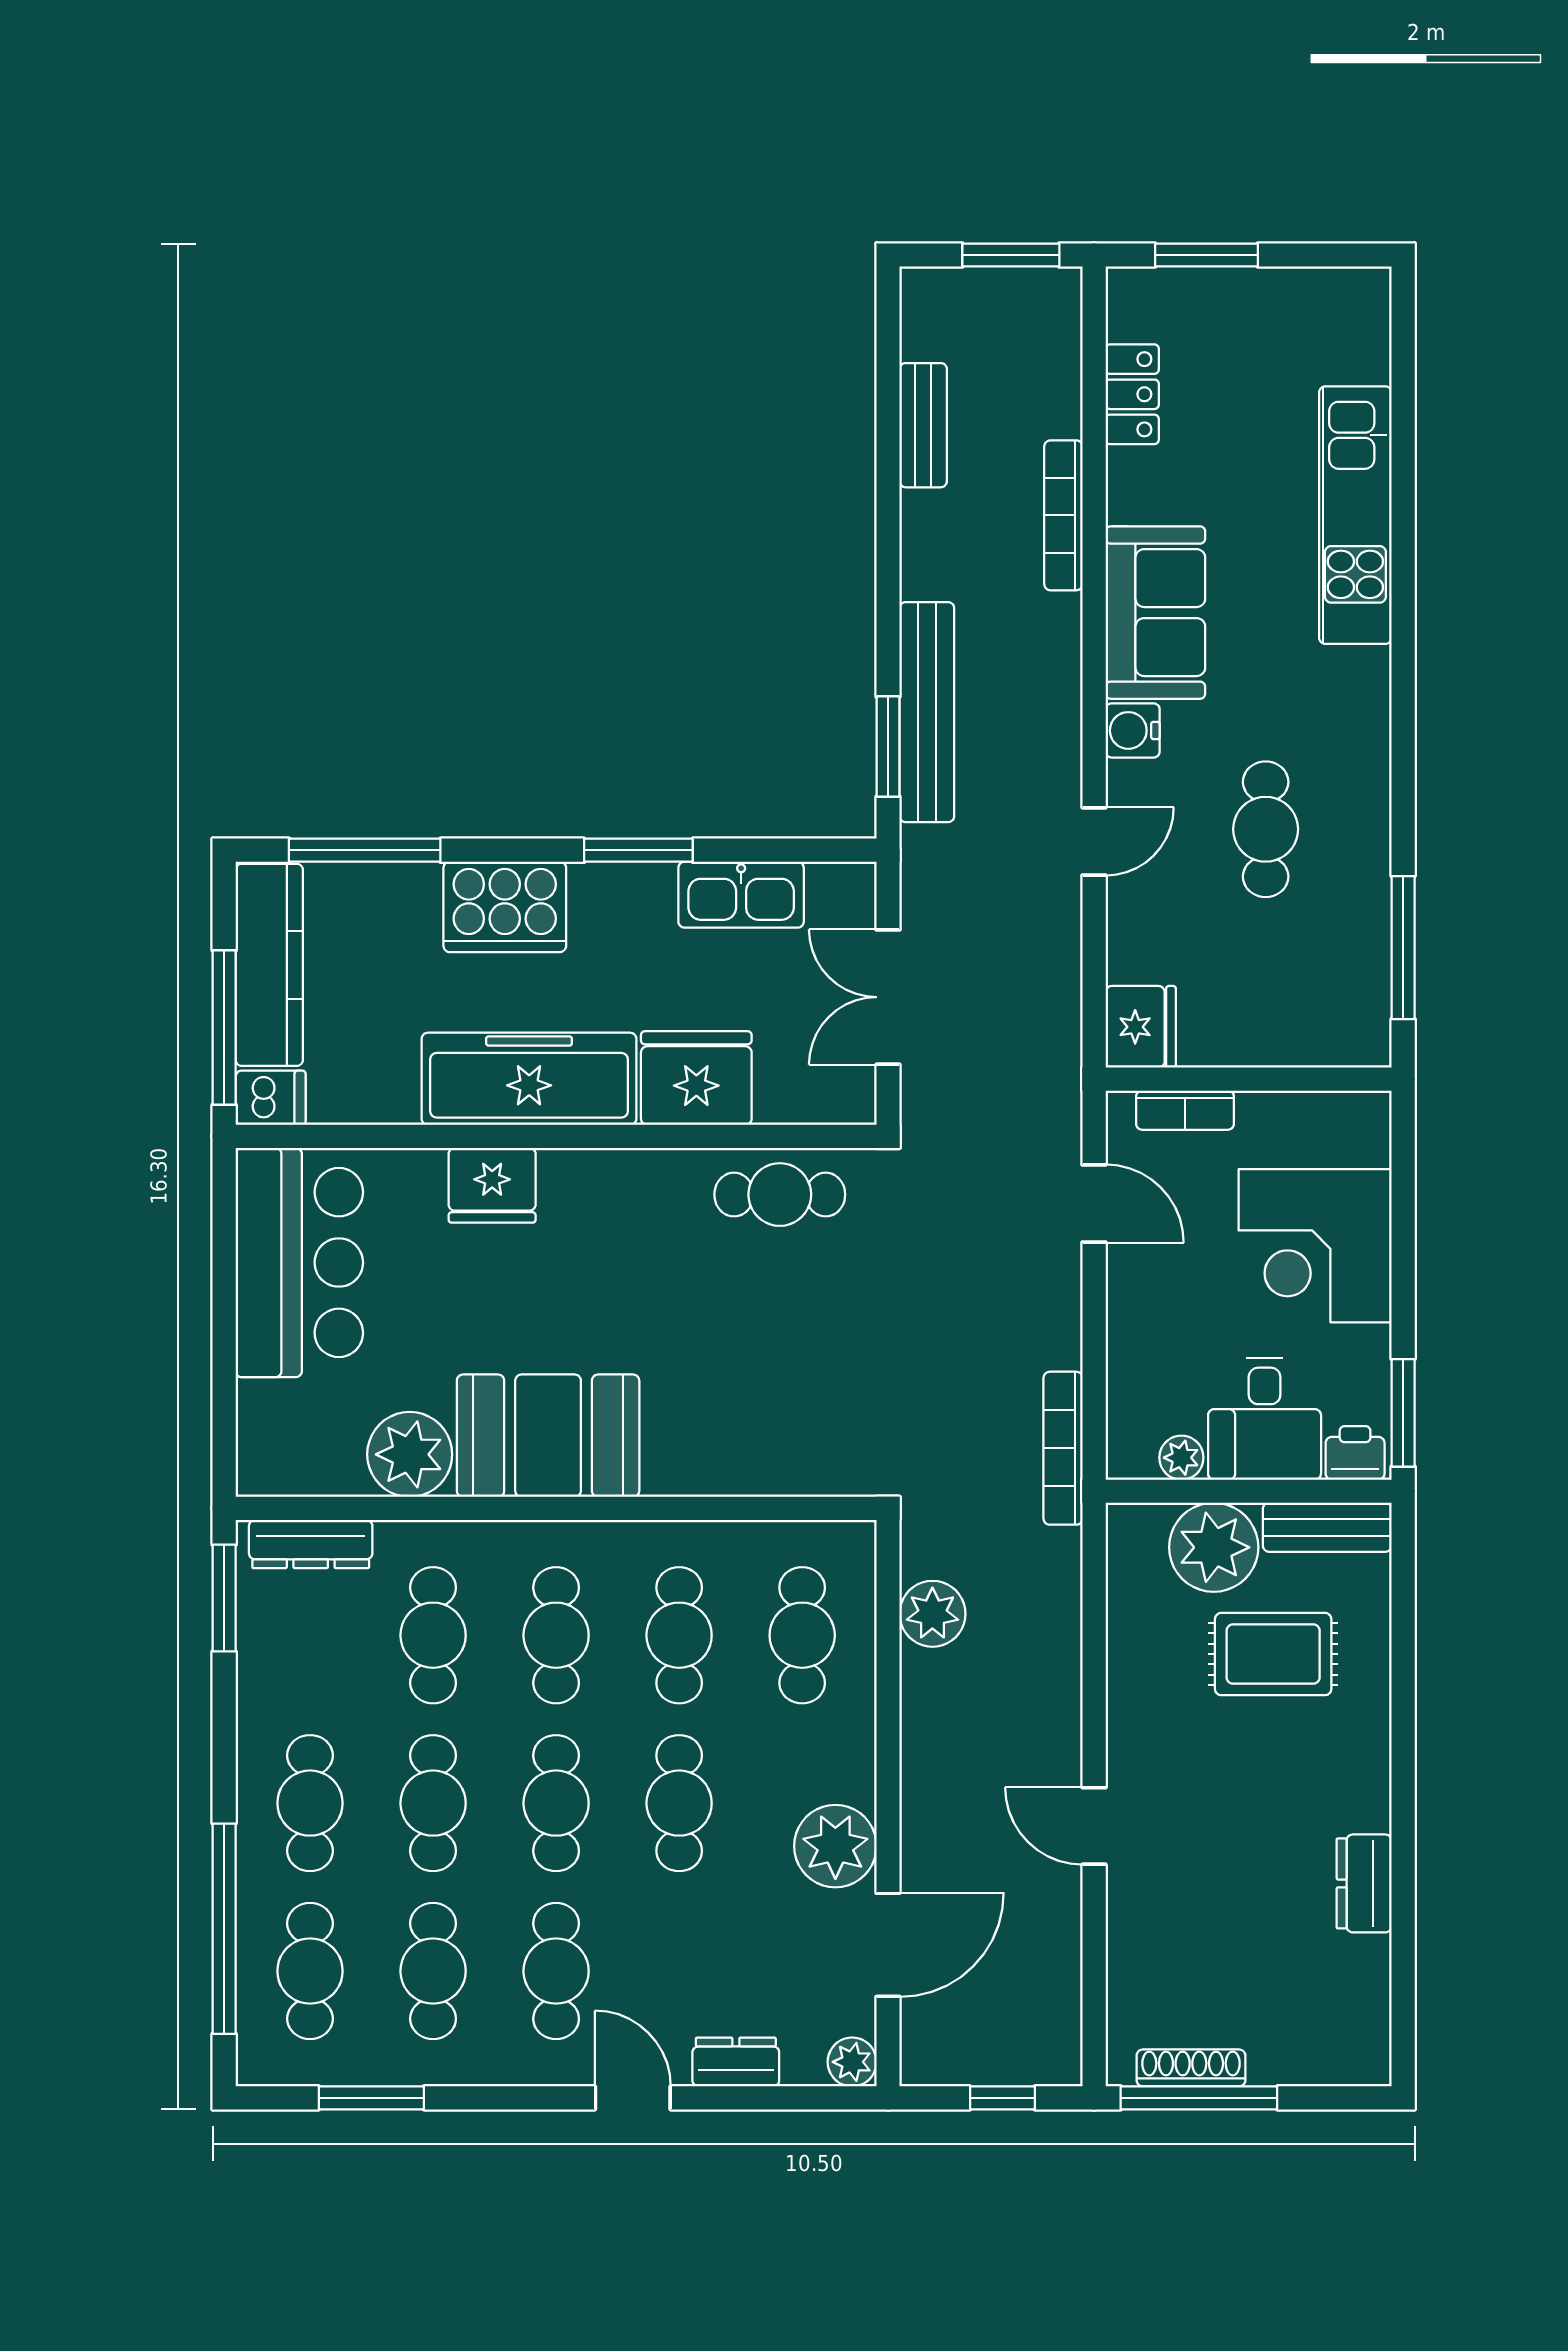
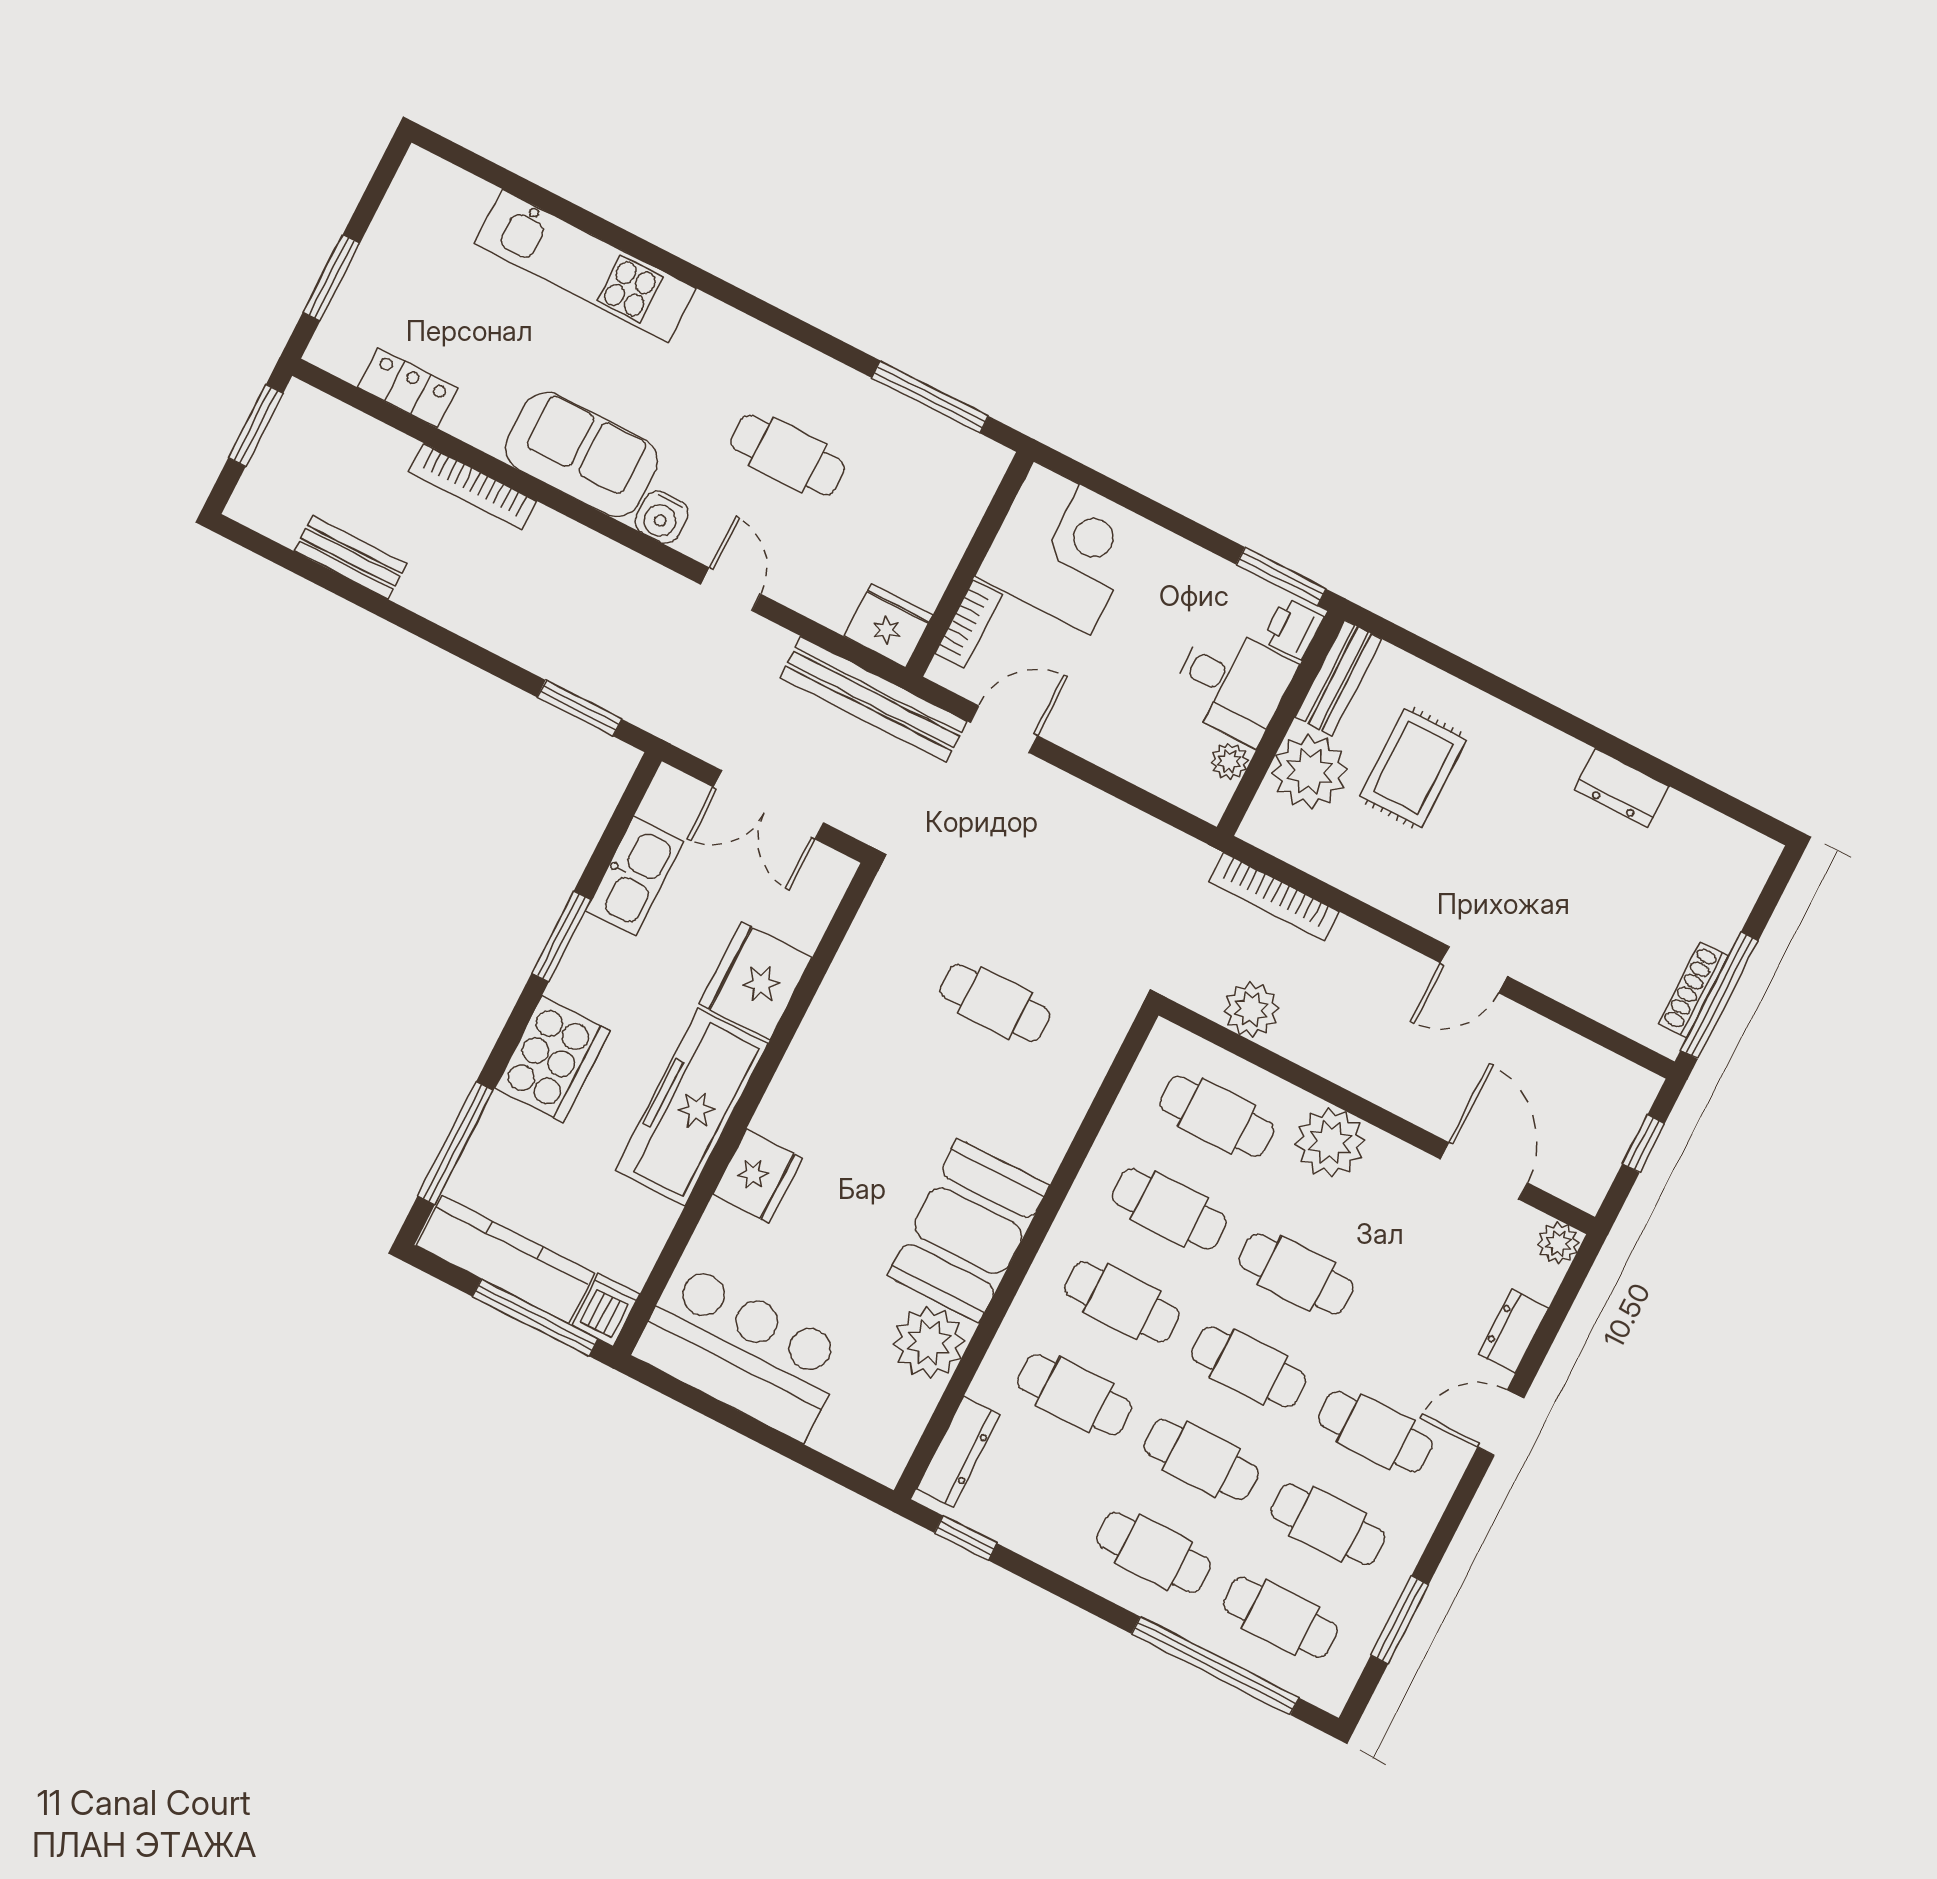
bench: (927, 712) -> (874, 699), moved
cafe table: (780, 1195) -> (995, 1003), moved, turned 90
corner desk: (1315, 1246) -> (1062, 548), moved, turned -90
bookcase: (1063, 1448) -> (1274, 897), moved
window: (224, 1598) -> (966, 1538), width x0.67
plant: (835, 1846) -> (1330, 1142), moved

